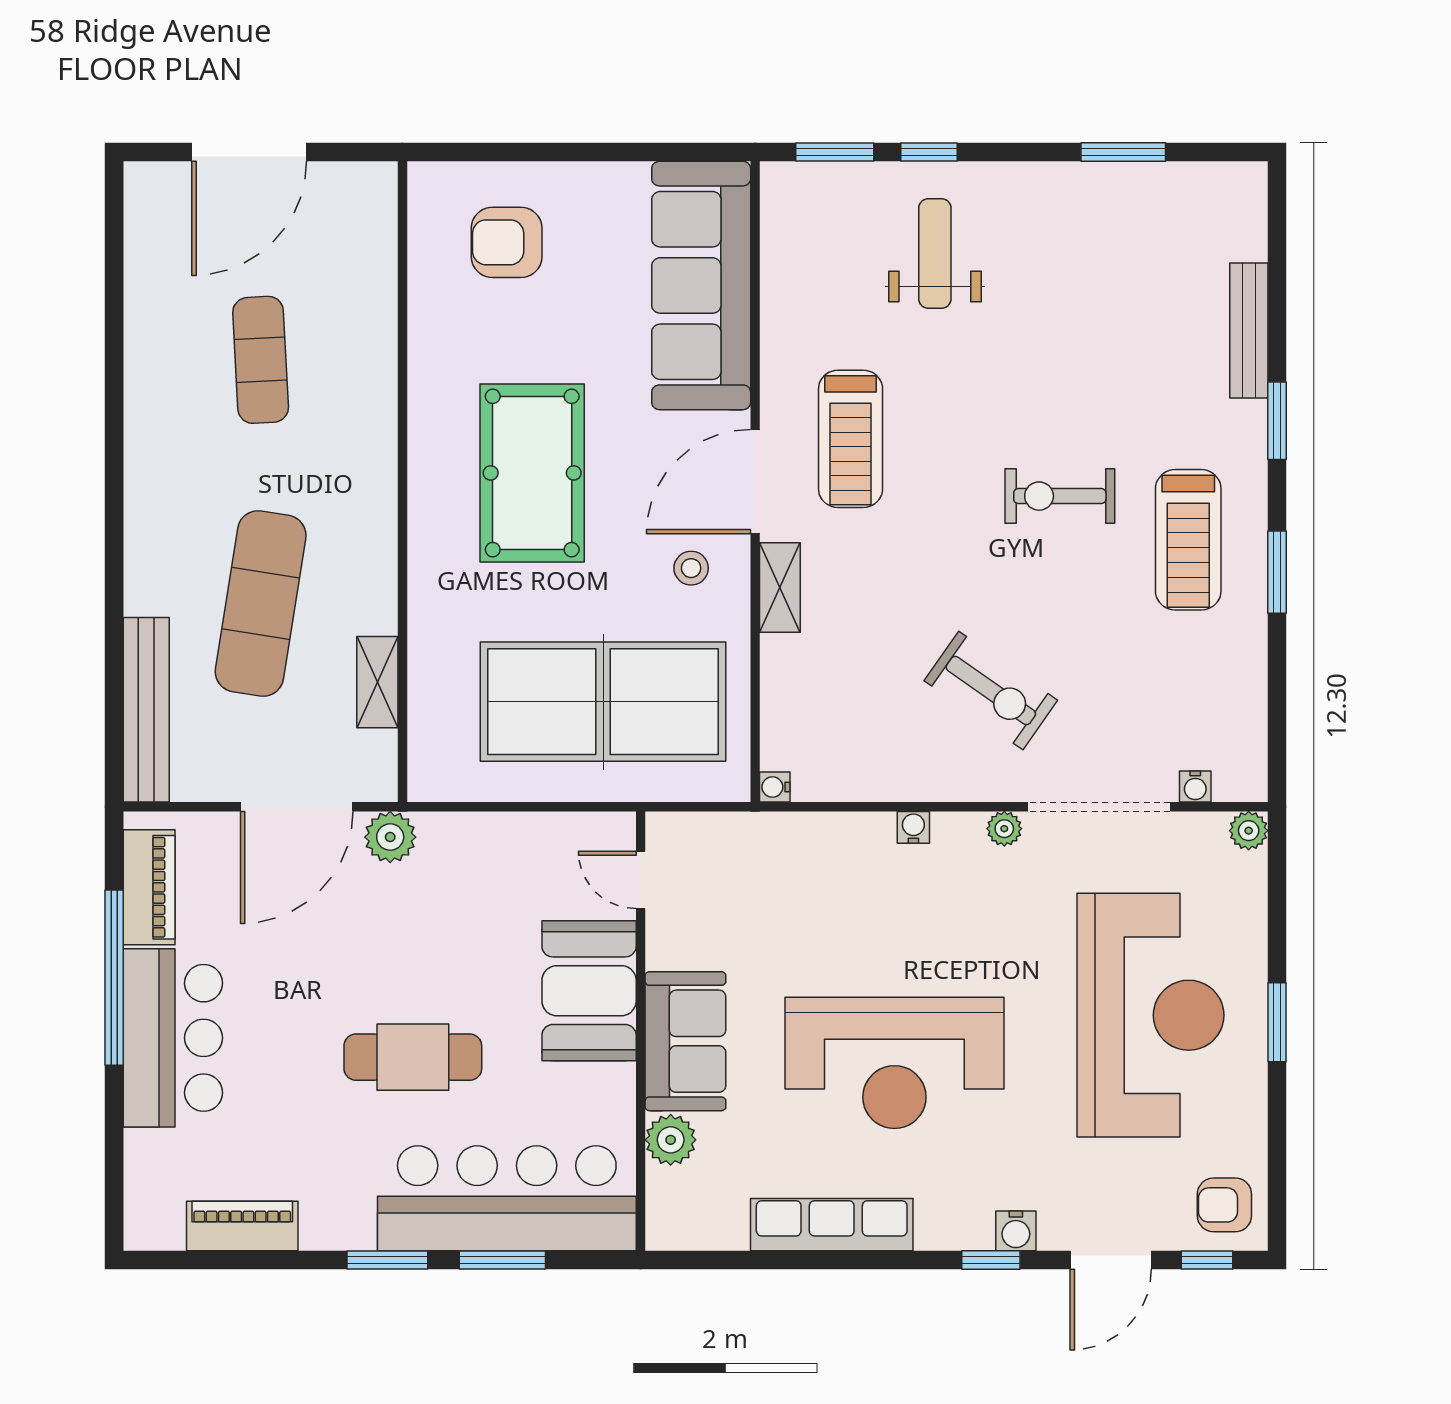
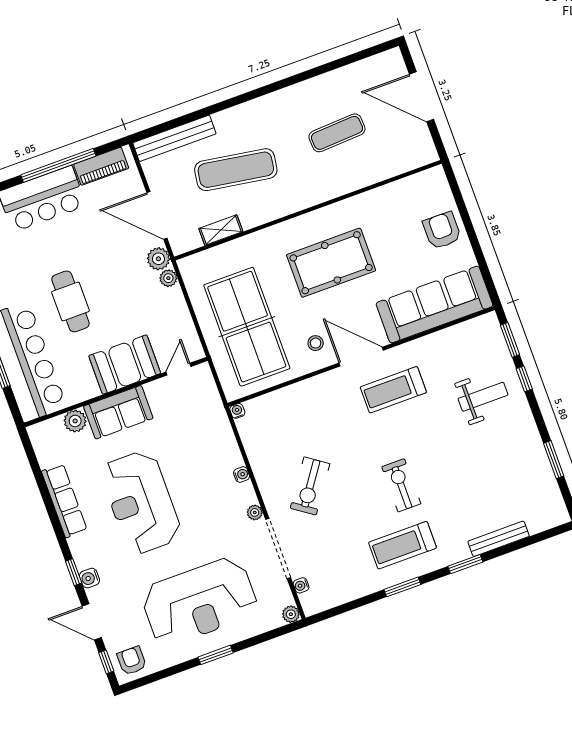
armchair: (507, 242) -> (442, 231), moved
shelving: (780, 588) -> (321, 383), removed
plant: (439, 831) -> (168, 278), added

